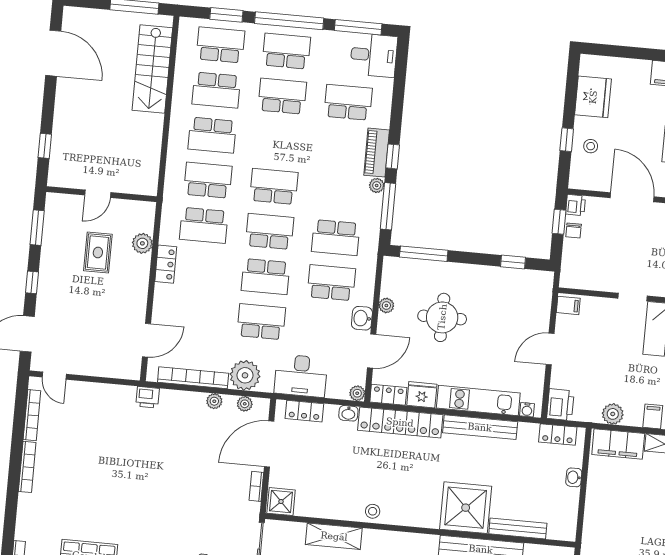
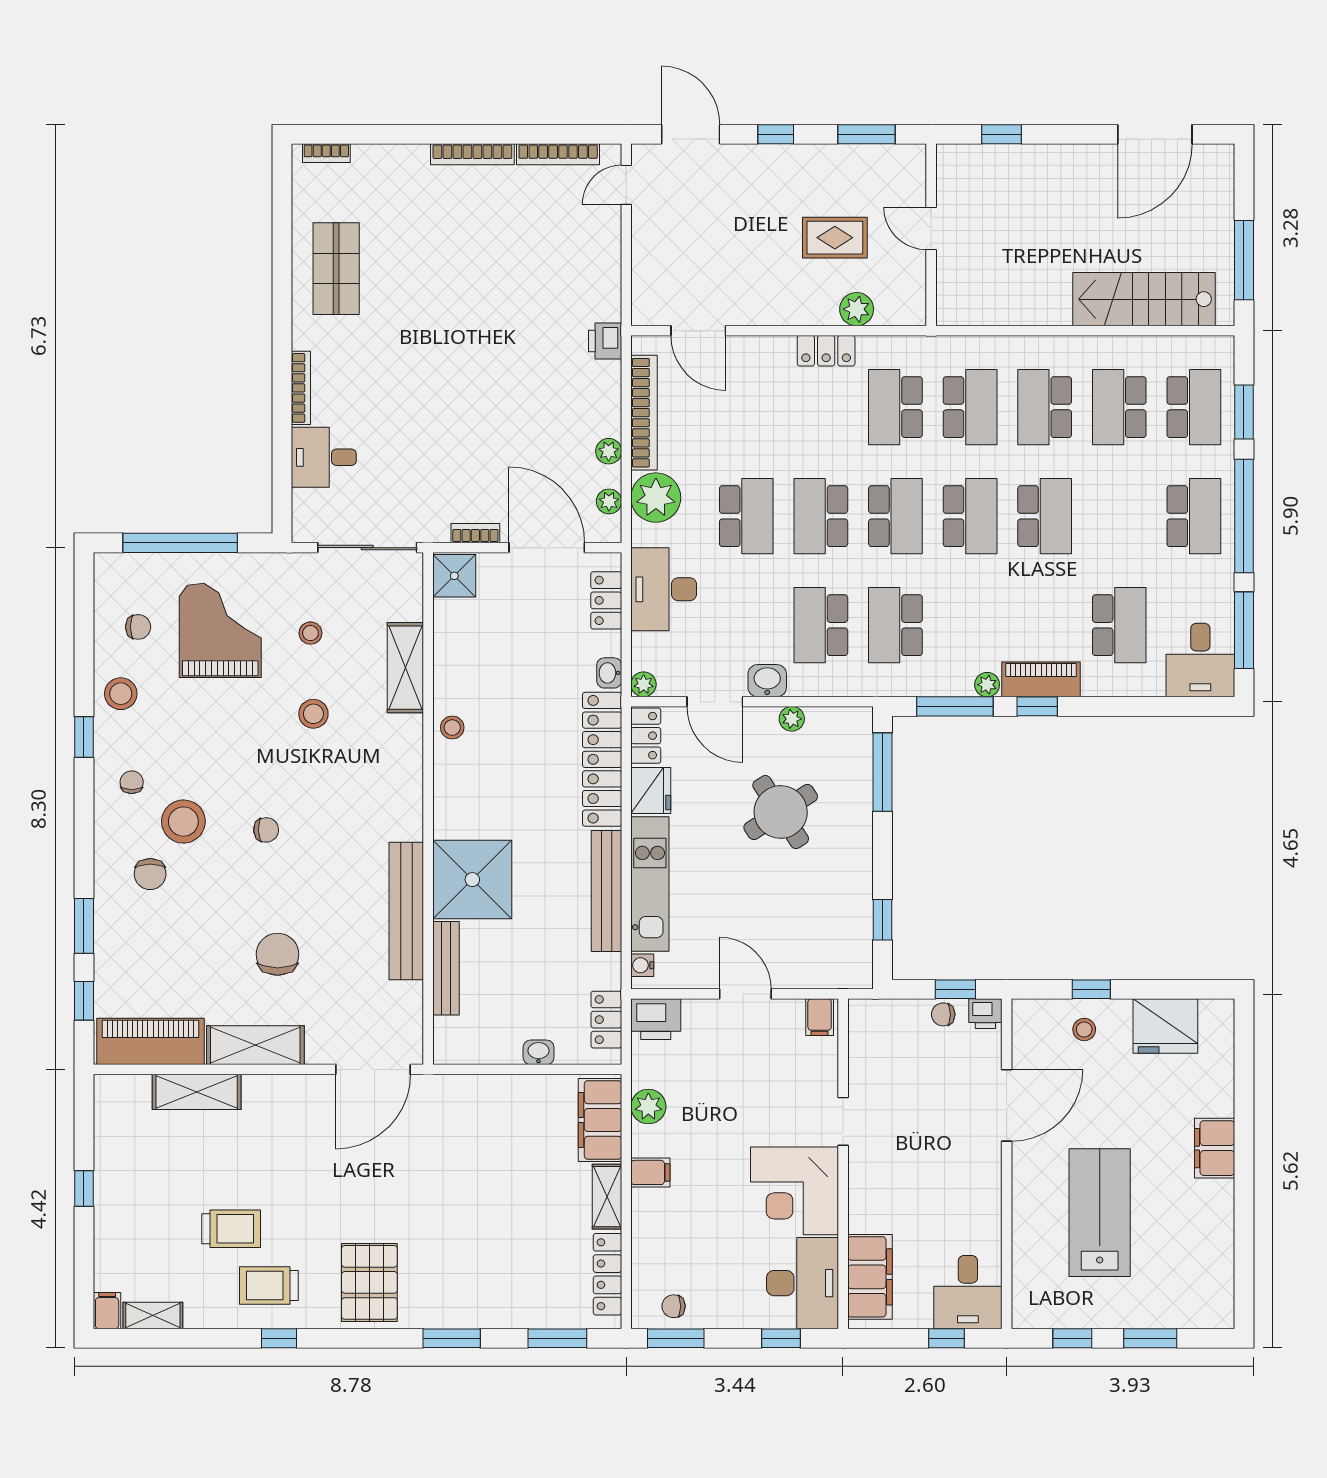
school desk: (282, 96) -> (1045, 516), moved
school desk: (331, 283) -> (821, 625), turned 180
round table: (442, 317) -> (781, 812), turned -33

